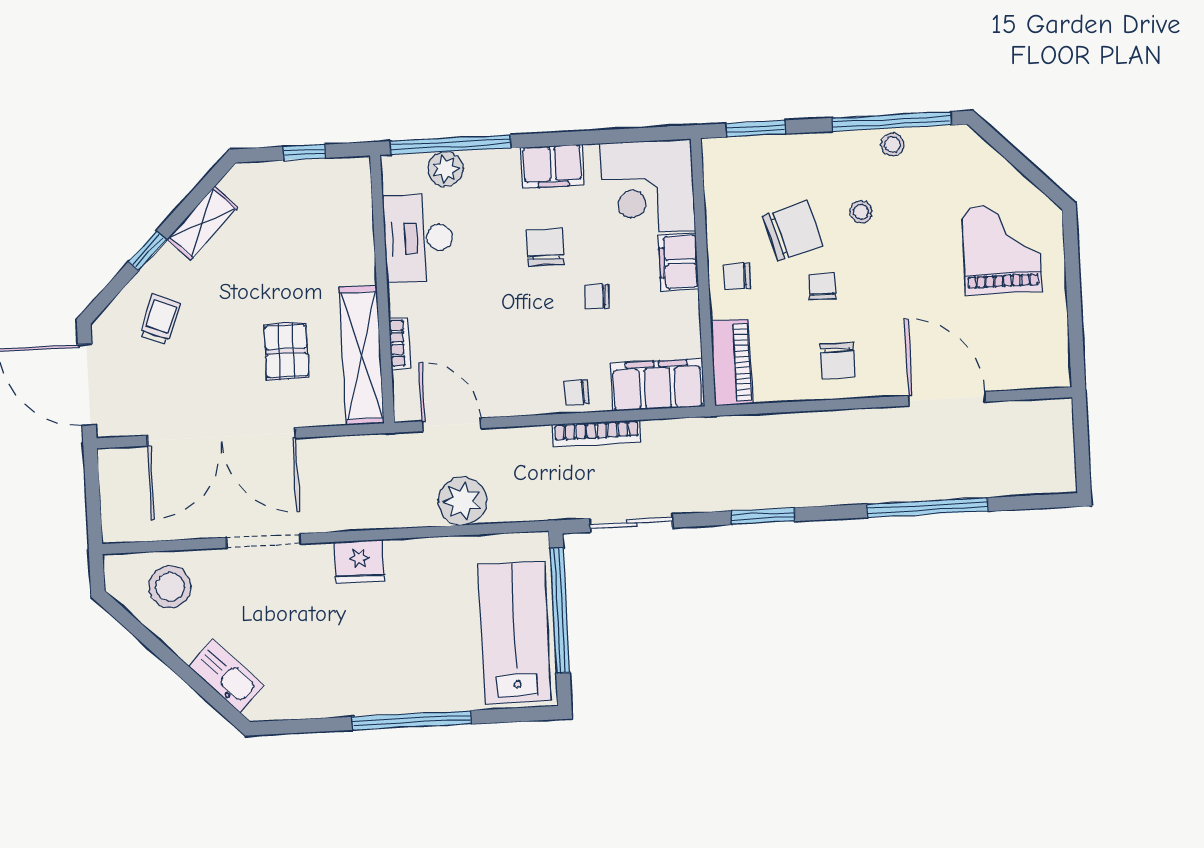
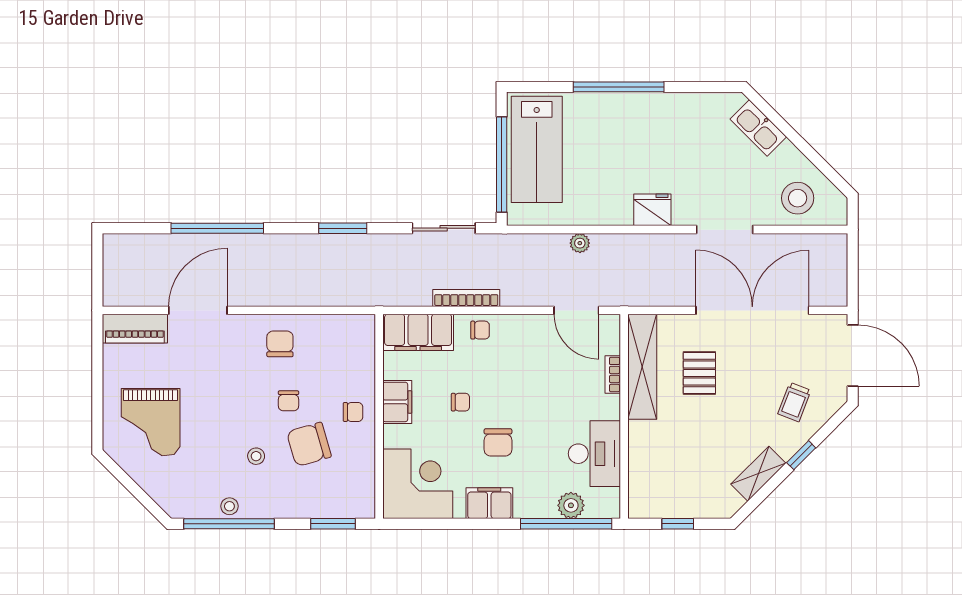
filing cabinet: (678, 262) -> (397, 402), moved
piano: (732, 362) -> (135, 329), moved, turned -90
door: (947, 399) -> (198, 310), swing flipped
plant: (463, 501) -> (580, 243), width x0.53, depth x0.53

